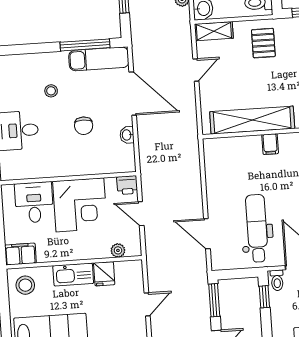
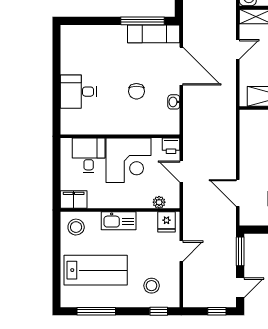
stool: (51, 91) -> (110, 59), removed
fridge: (104, 274) -> (166, 222), moved

